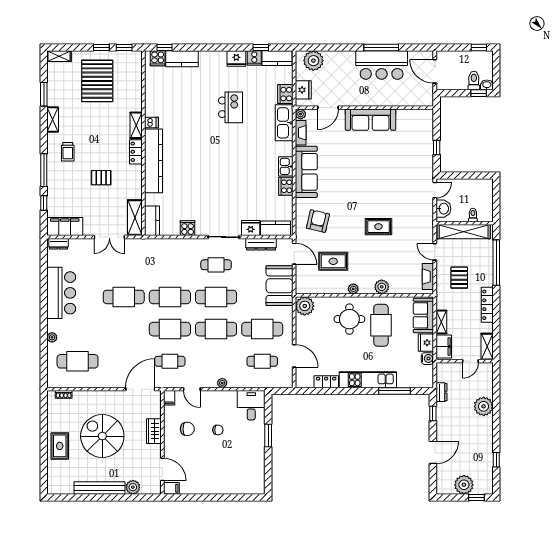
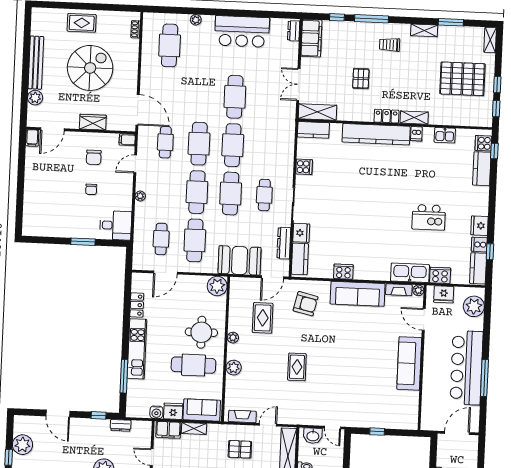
bar counter: (382, 65) -> (467, 368), width x1.36
kitchen sink: (286, 166) -> (445, 135), moved, turned 180

